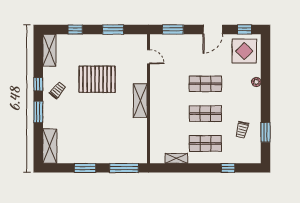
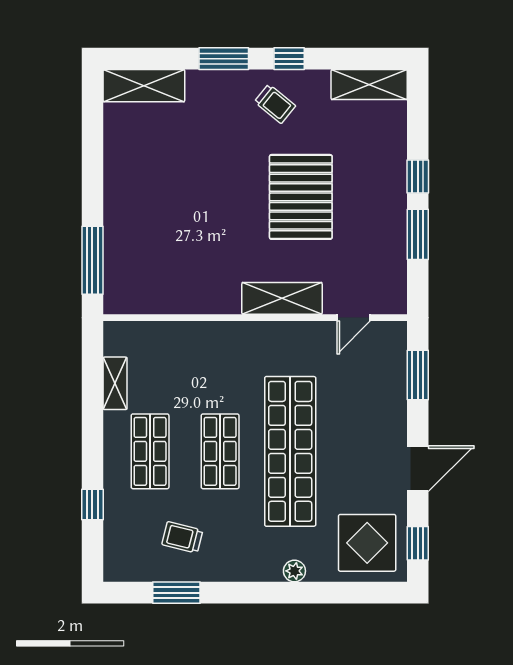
window: (75, 29) -> (418, 176), moved
door: (213, 29) -> (418, 469), swing flipped
shop shelf: (205, 84) -> (290, 451), width x2.00, depth x1.36
shelving: (140, 101) -> (282, 298), moved
window: (85, 168) -> (92, 168), removed

